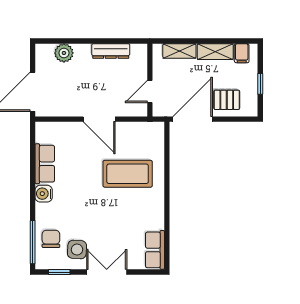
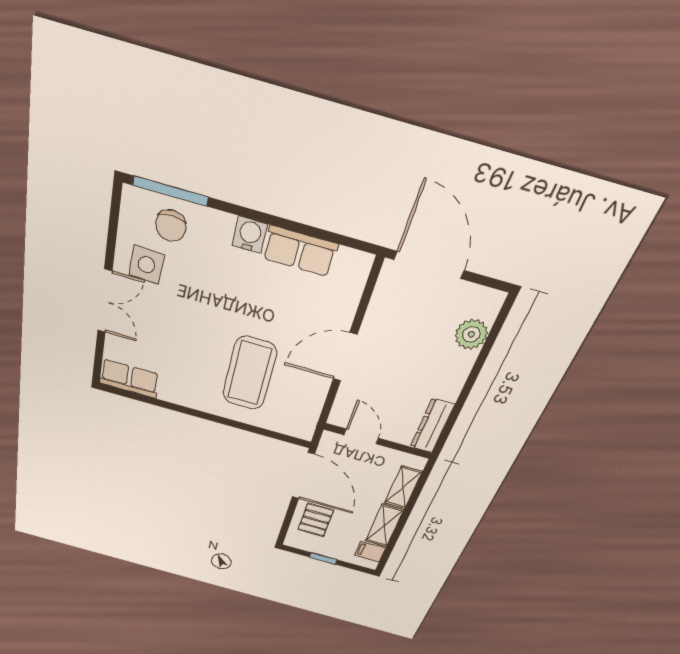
dresser: (111, 51) -> (432, 426), moved
chair: (51, 239) -> (171, 226), turned 90
window: (59, 272) -> (113, 224), removed

